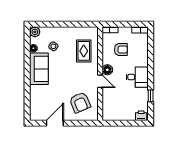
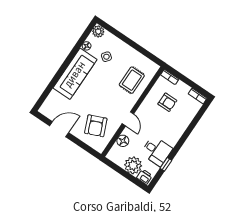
sofa: (39, 69) -> (75, 74), width x1.36
floor lamp: (107, 70) -> (123, 141), moved
desk: (137, 77) -> (157, 151), moved
plant: (127, 113) -> (133, 165), added

